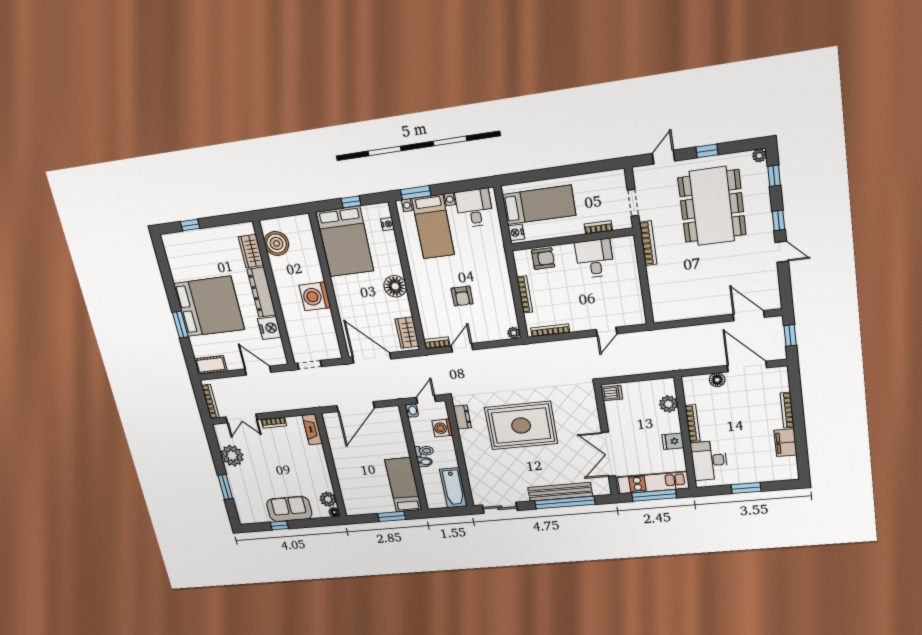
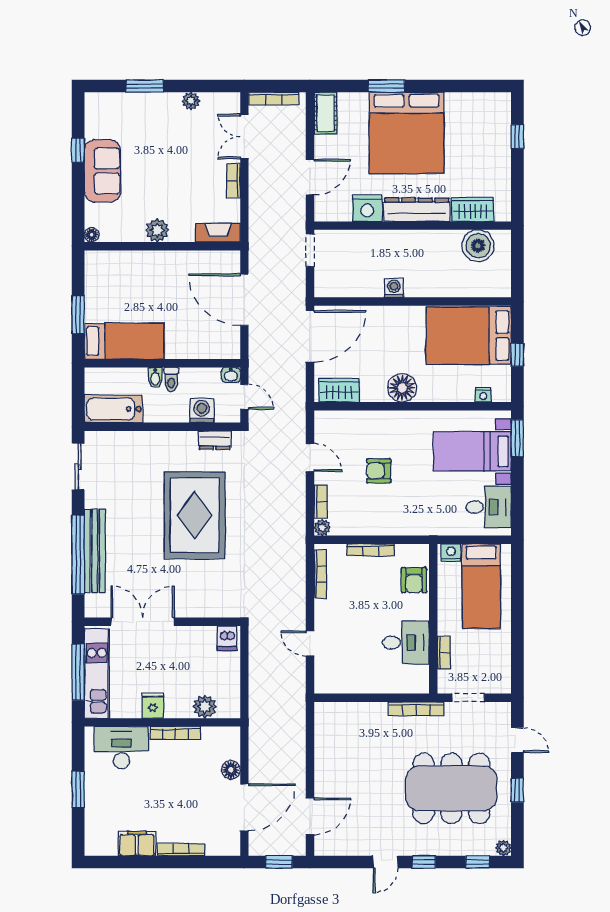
washing machine: (315, 296) -> (394, 288), width x0.53, depth x0.53
bookcase: (437, 343) -> (321, 502), moved
plant: (232, 456) -> (191, 101), width x0.53, depth x0.53
plant: (328, 499) -> (157, 230), moved

